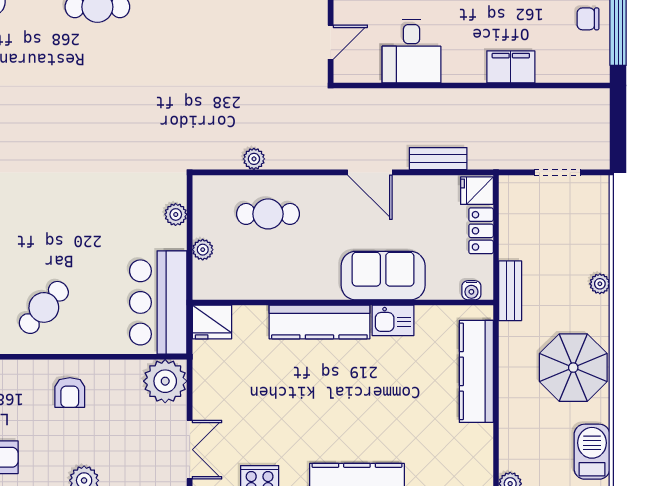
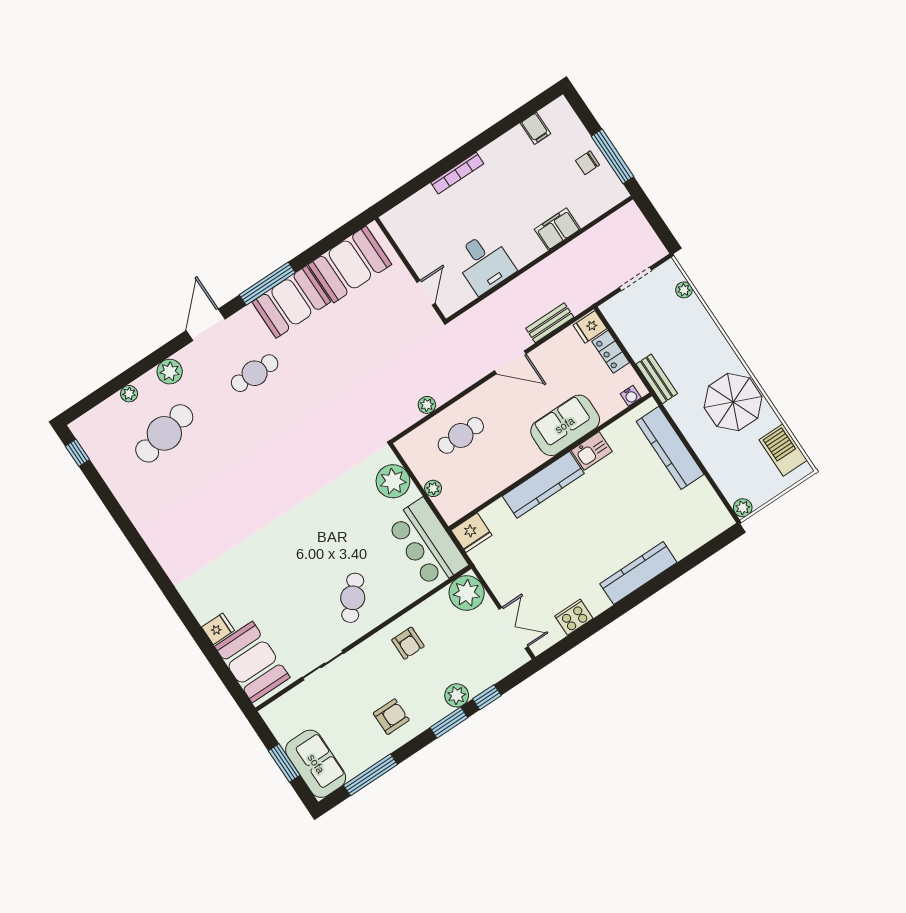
plant: (176, 214) -> (393, 481), width x1.88, depth x1.88
plant: (600, 284) -> (684, 290), moved

